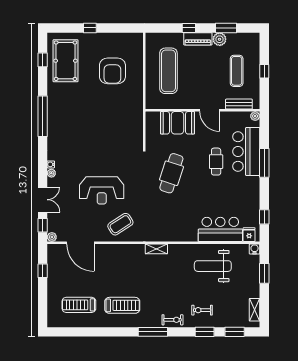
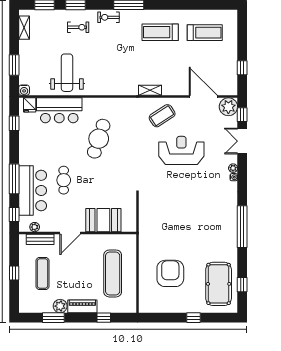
window: (189, 28) -> (104, 318), moved
door: (210, 110) -> (70, 233), swing flipped
plant: (255, 116) -> (35, 227), moved
window: (264, 128) -> (14, 215), added
cafe table: (171, 173) -> (99, 139), moved
plant: (52, 237) -> (228, 107), width x1.88, depth x1.88
shelving: (156, 249) -> (150, 90), moved
weight bench: (213, 266) -> (67, 73), turned -90

